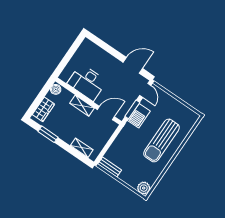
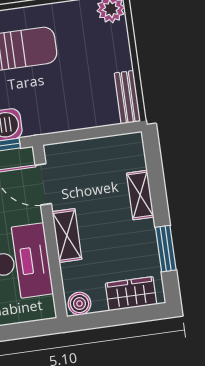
shelving: (82, 148) -> (140, 195), moved

